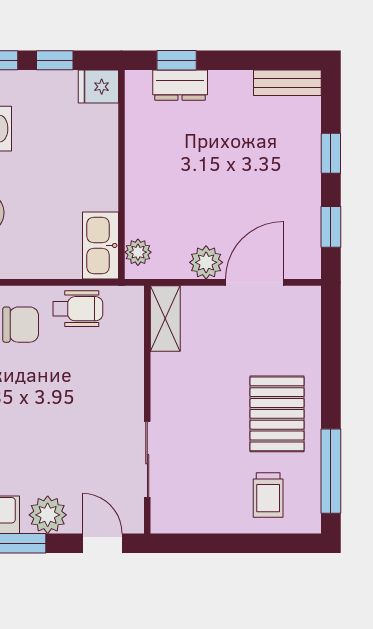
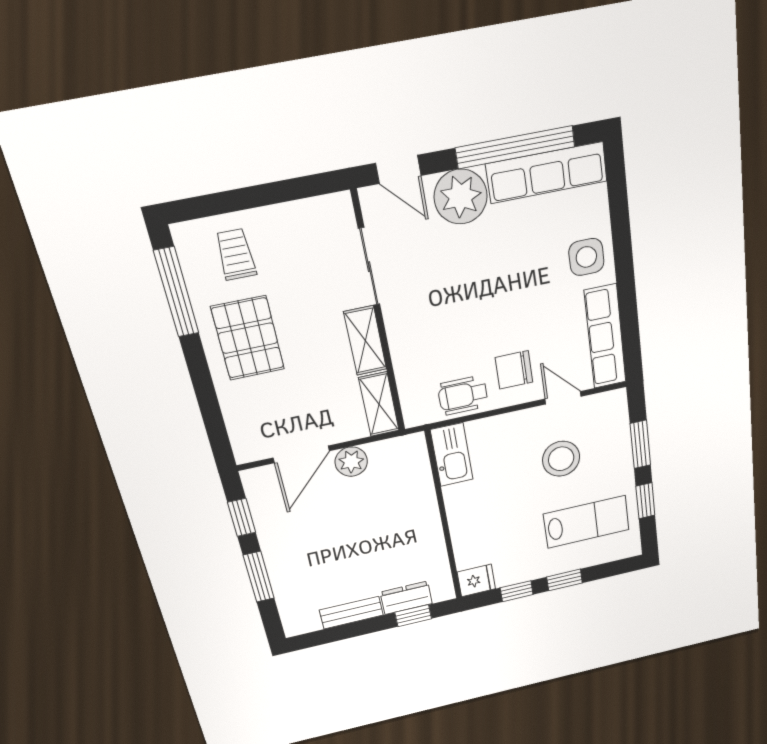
bench: (287, 83) -> (351, 613), moved
window: (331, 153) -> (259, 577), width x1.50
plant: (138, 252) -> (416, 457), removed
shelving: (166, 388) -> (365, 341), added
plant: (48, 515) -> (461, 197), width x1.36, depth x1.36

